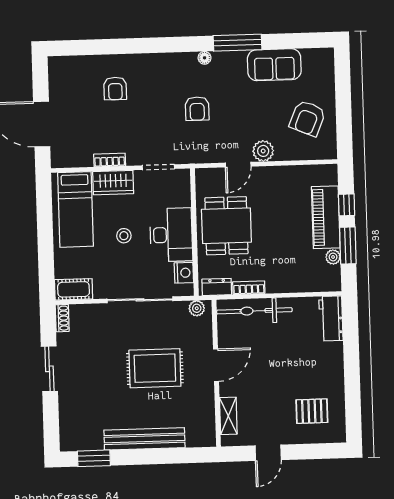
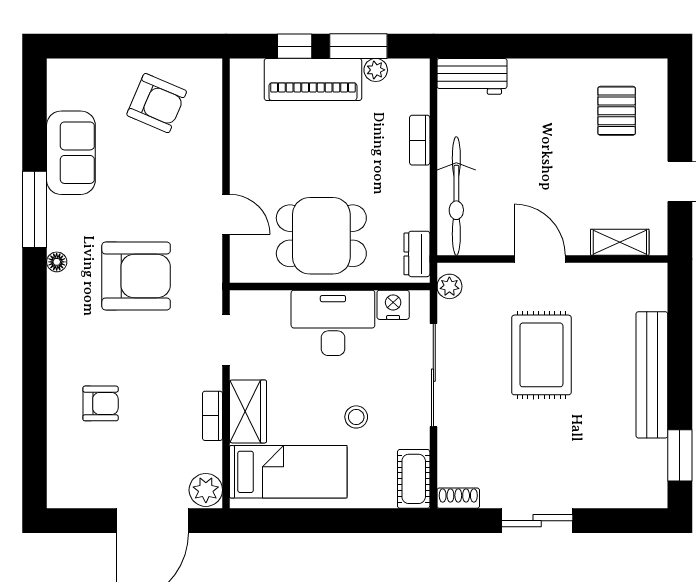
armchair: (197, 109) -> (136, 276), width x1.88, depth x1.88
plant: (263, 151) -> (206, 490), moved
stool: (124, 236) -> (356, 417), moved
bookcase: (249, 288) -> (420, 140), moved

